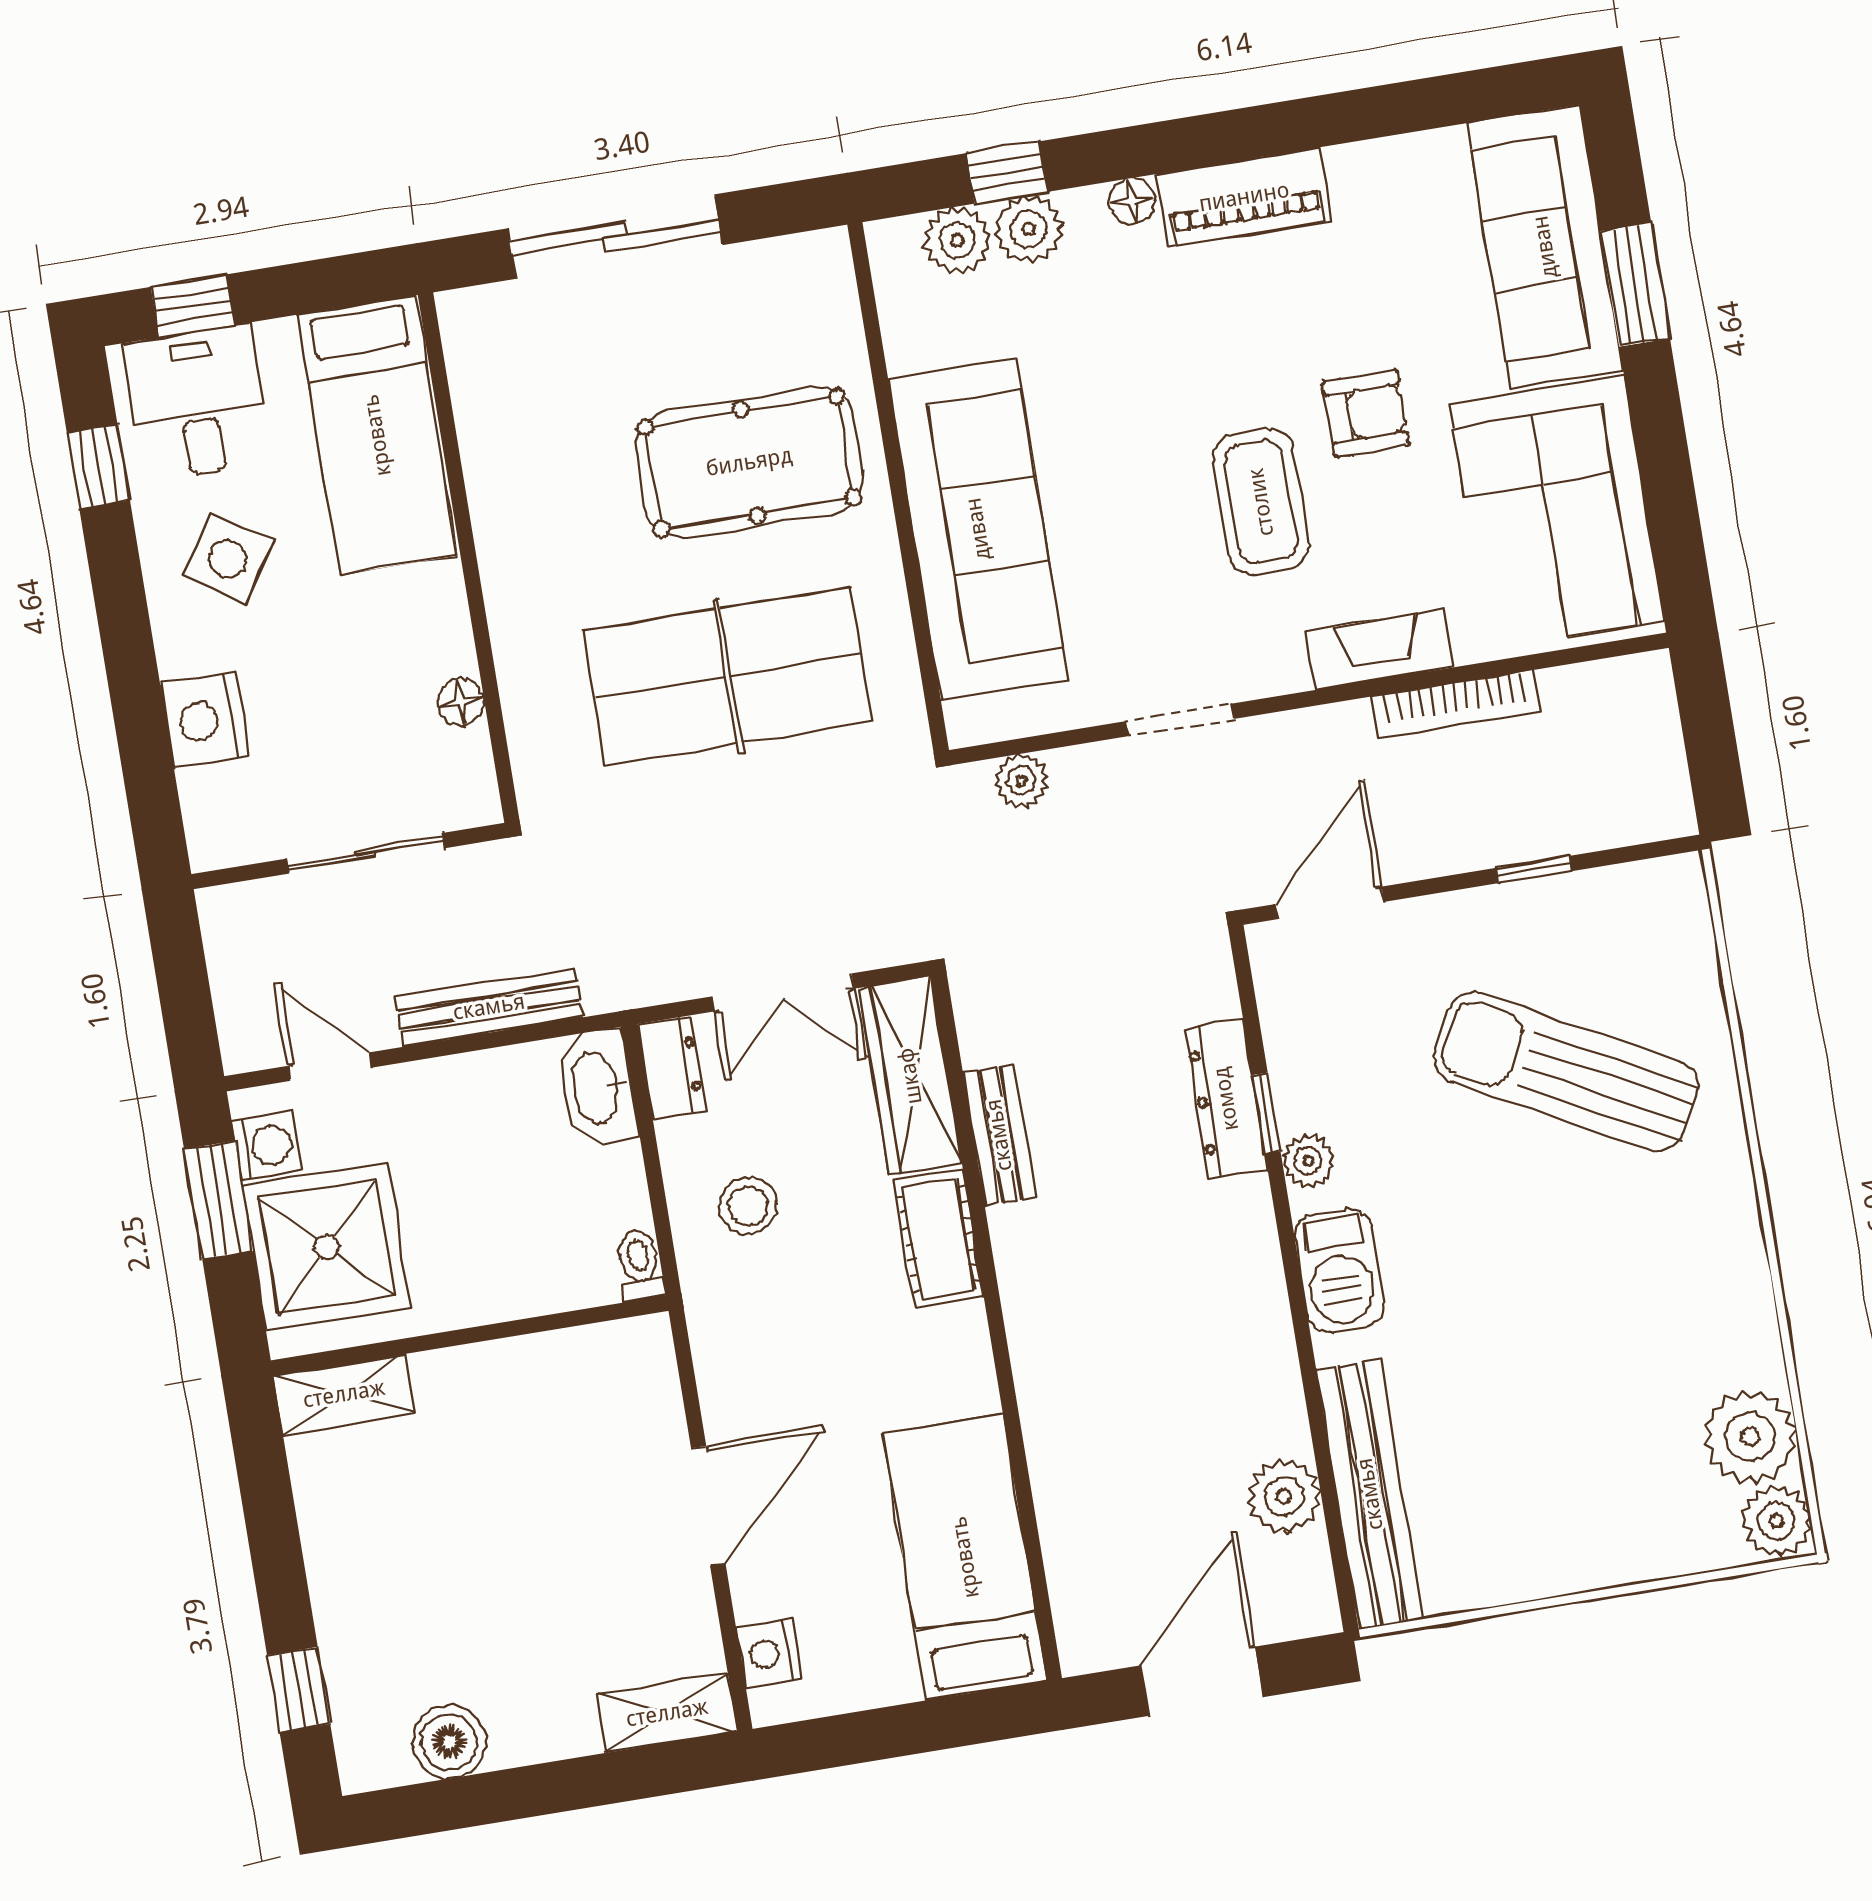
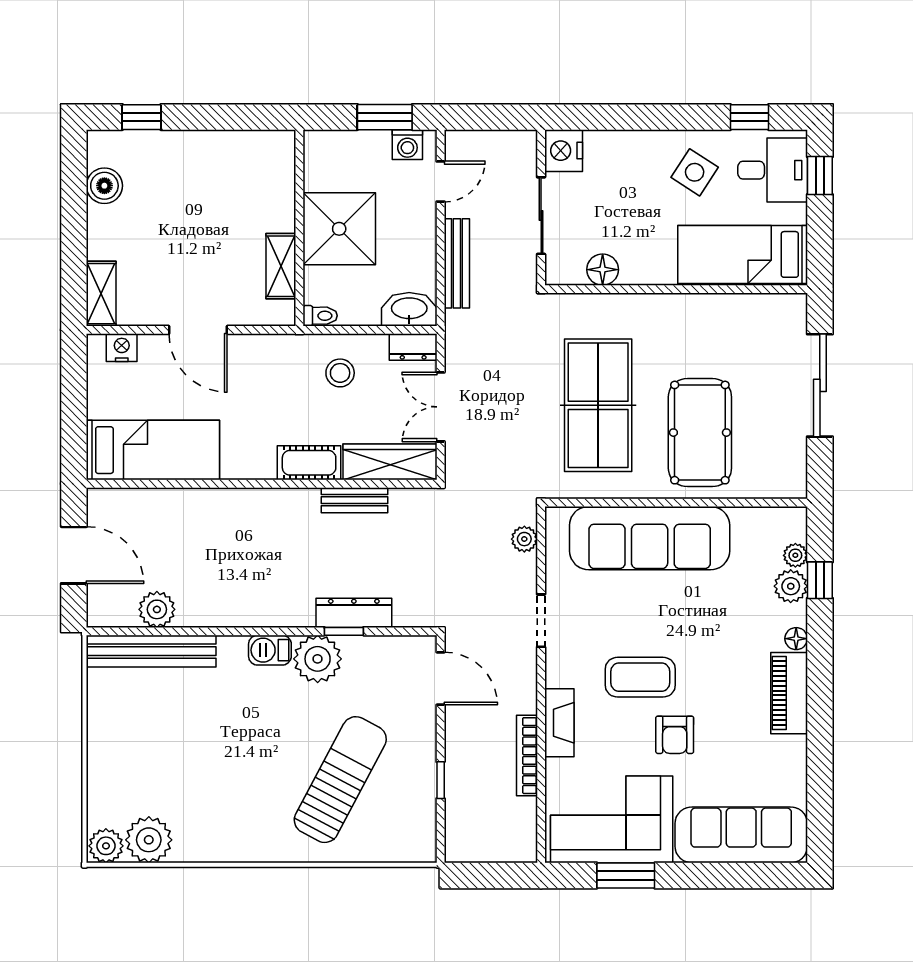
plant: (957, 240) -> (795, 555), width x0.73, depth x0.73
window: (1635, 285) -> (626, 876), moved
floor lamp: (461, 702) -> (603, 270), width x1.37, depth x1.37
nightstand: (205, 720) -> (564, 151), moved, turned -90
plant: (1308, 1161) -> (318, 659), width x1.88, depth x1.88
shower: (327, 1246) -> (339, 229), moved
barbecue: (1339, 1270) -> (270, 650), width x0.73, depth x0.79
shelving: (344, 1394) -> (281, 266), moved

